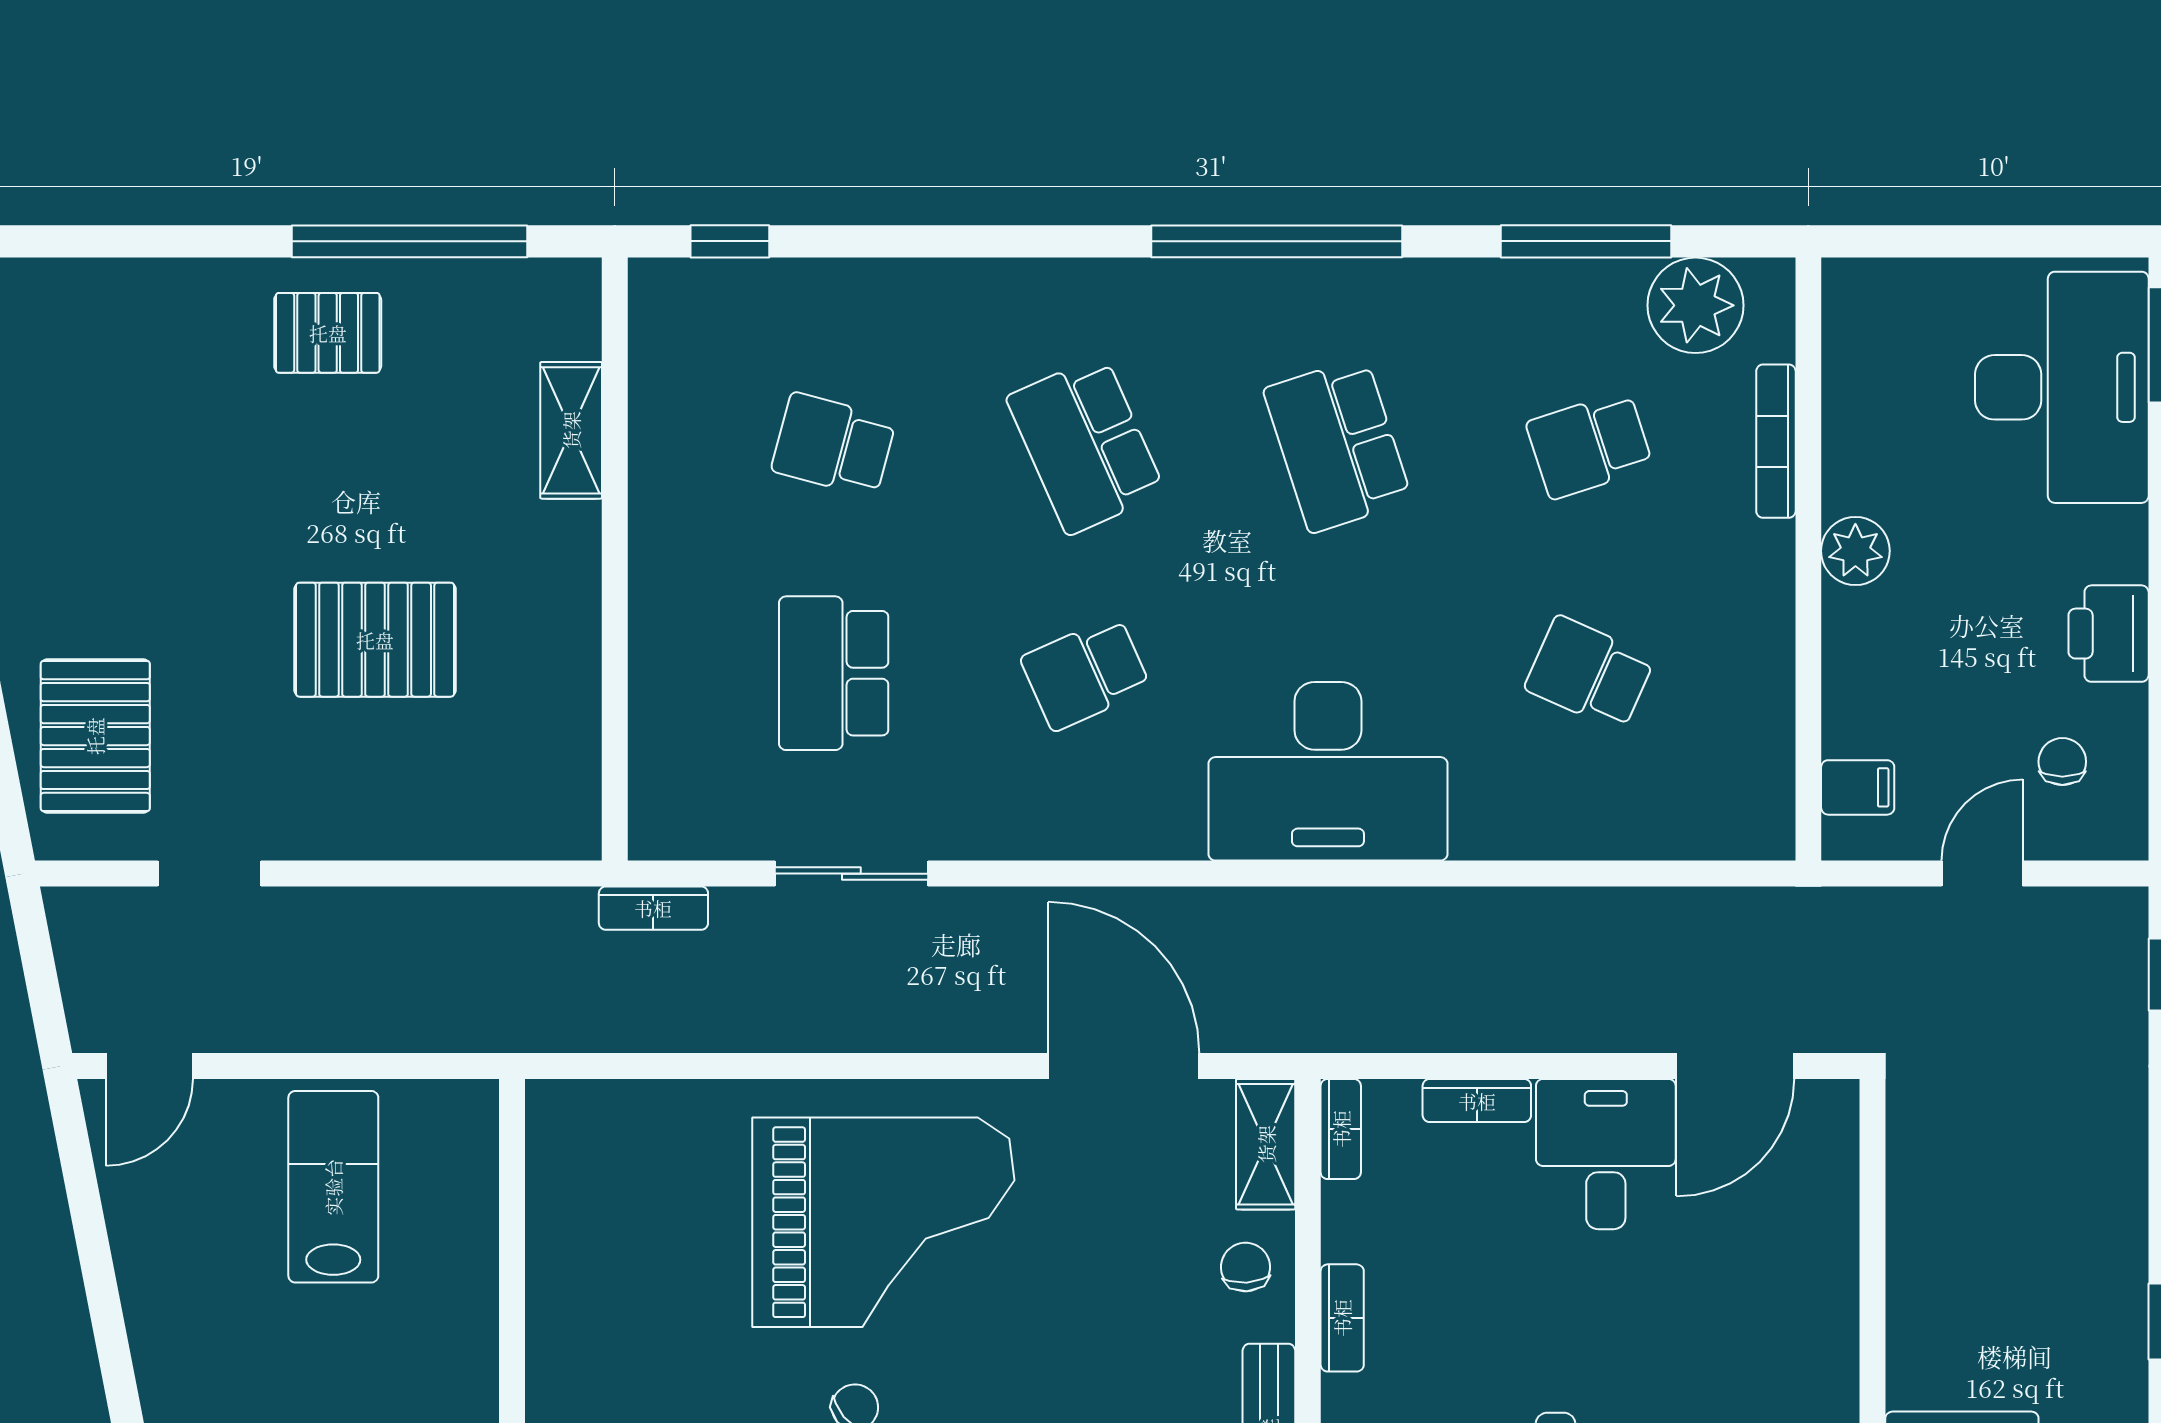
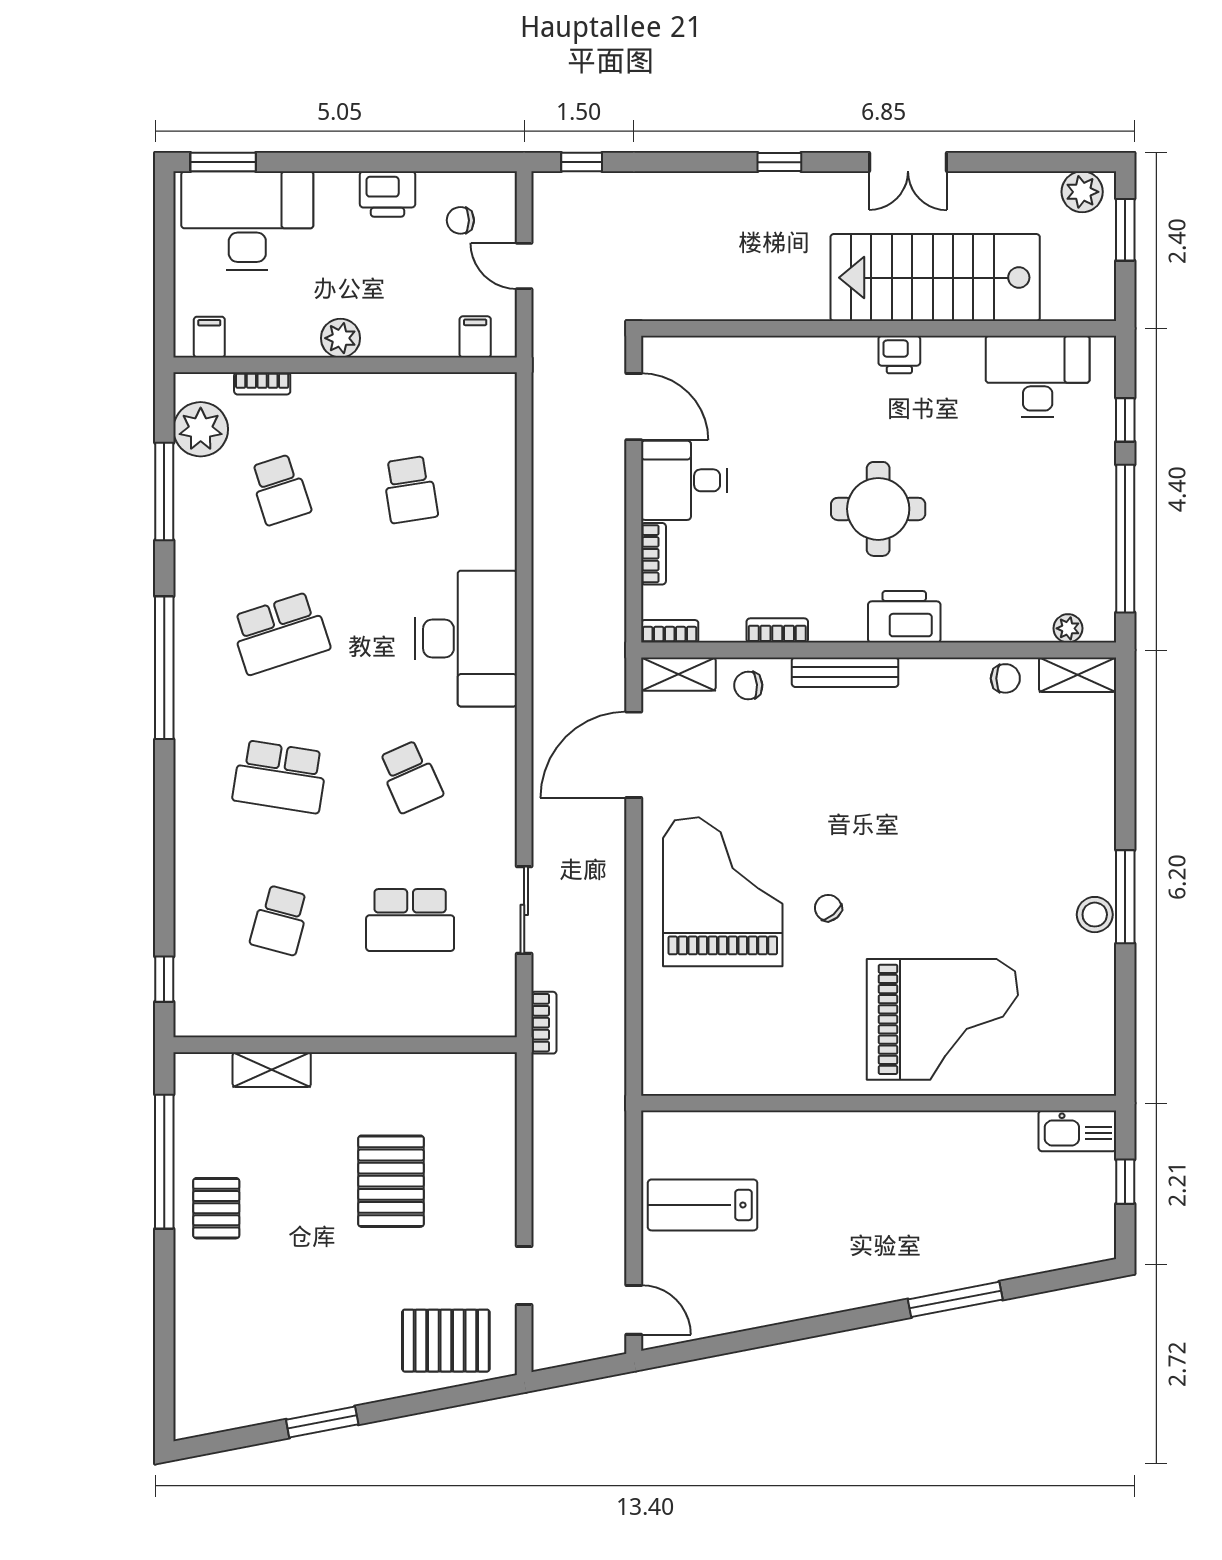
filing cabinet: (1857, 321) -> (209, 337), added
bookcase: (1776, 441) -> (262, 383), width x0.64
school desk: (1086, 445) -> (280, 777), turned 33
school desk: (1590, 673) -> (410, 490), turned -33

